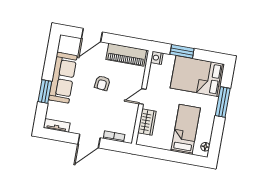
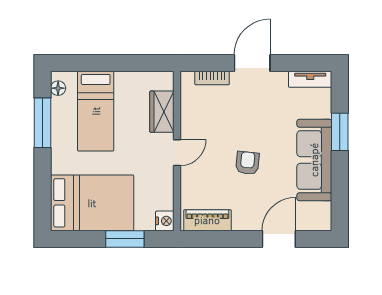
piano: (126, 55) -> (207, 220), width x0.73, depth x0.75
window: (223, 102) -> (43, 123), moved

